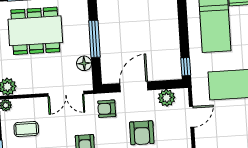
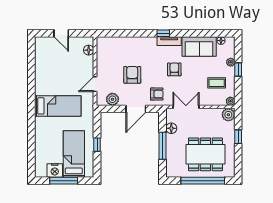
window: (186, 67) -> (97, 145), moved

